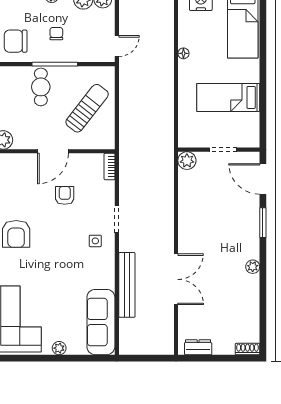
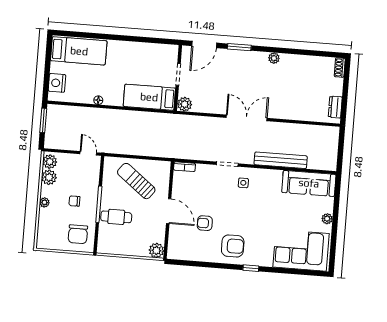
bed: (228, 97) -> (149, 97), moved, turned 90
armchair: (65, 195) -> (205, 223), moved
double door: (176, 279) -> (247, 118), moved

